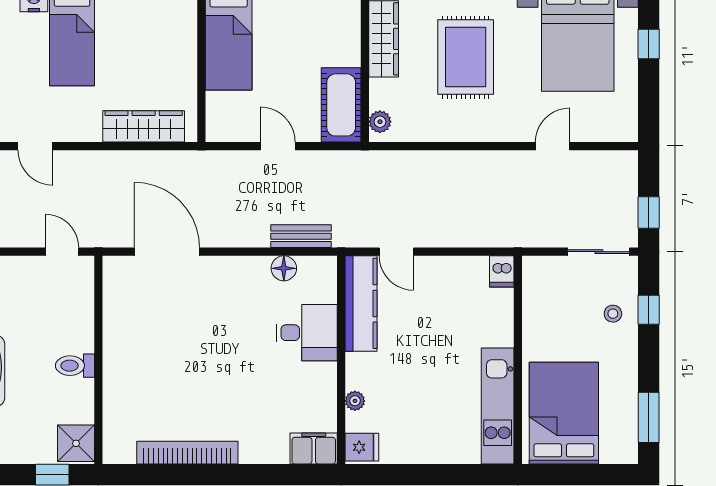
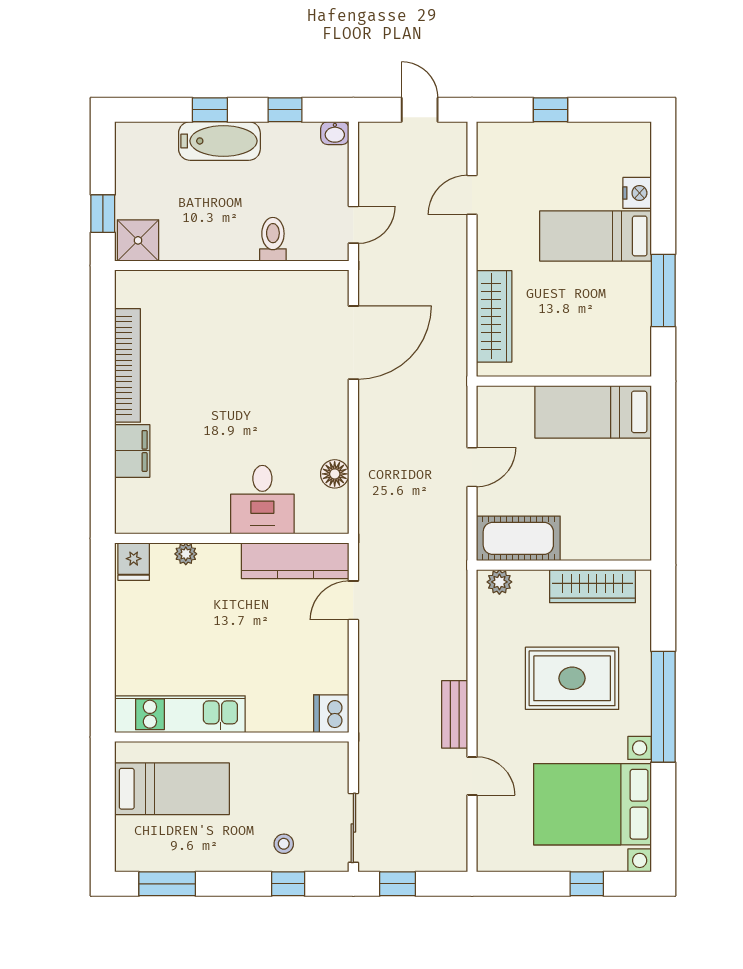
bench: (301, 236) -> (455, 714), moved
dishwasher: (502, 271) -> (331, 714), width x1.38
toilet: (75, 366) -> (273, 239), moved
bed: (564, 413) -> (172, 789), width x0.67
filing cabinet: (314, 448) -> (132, 451), moved

